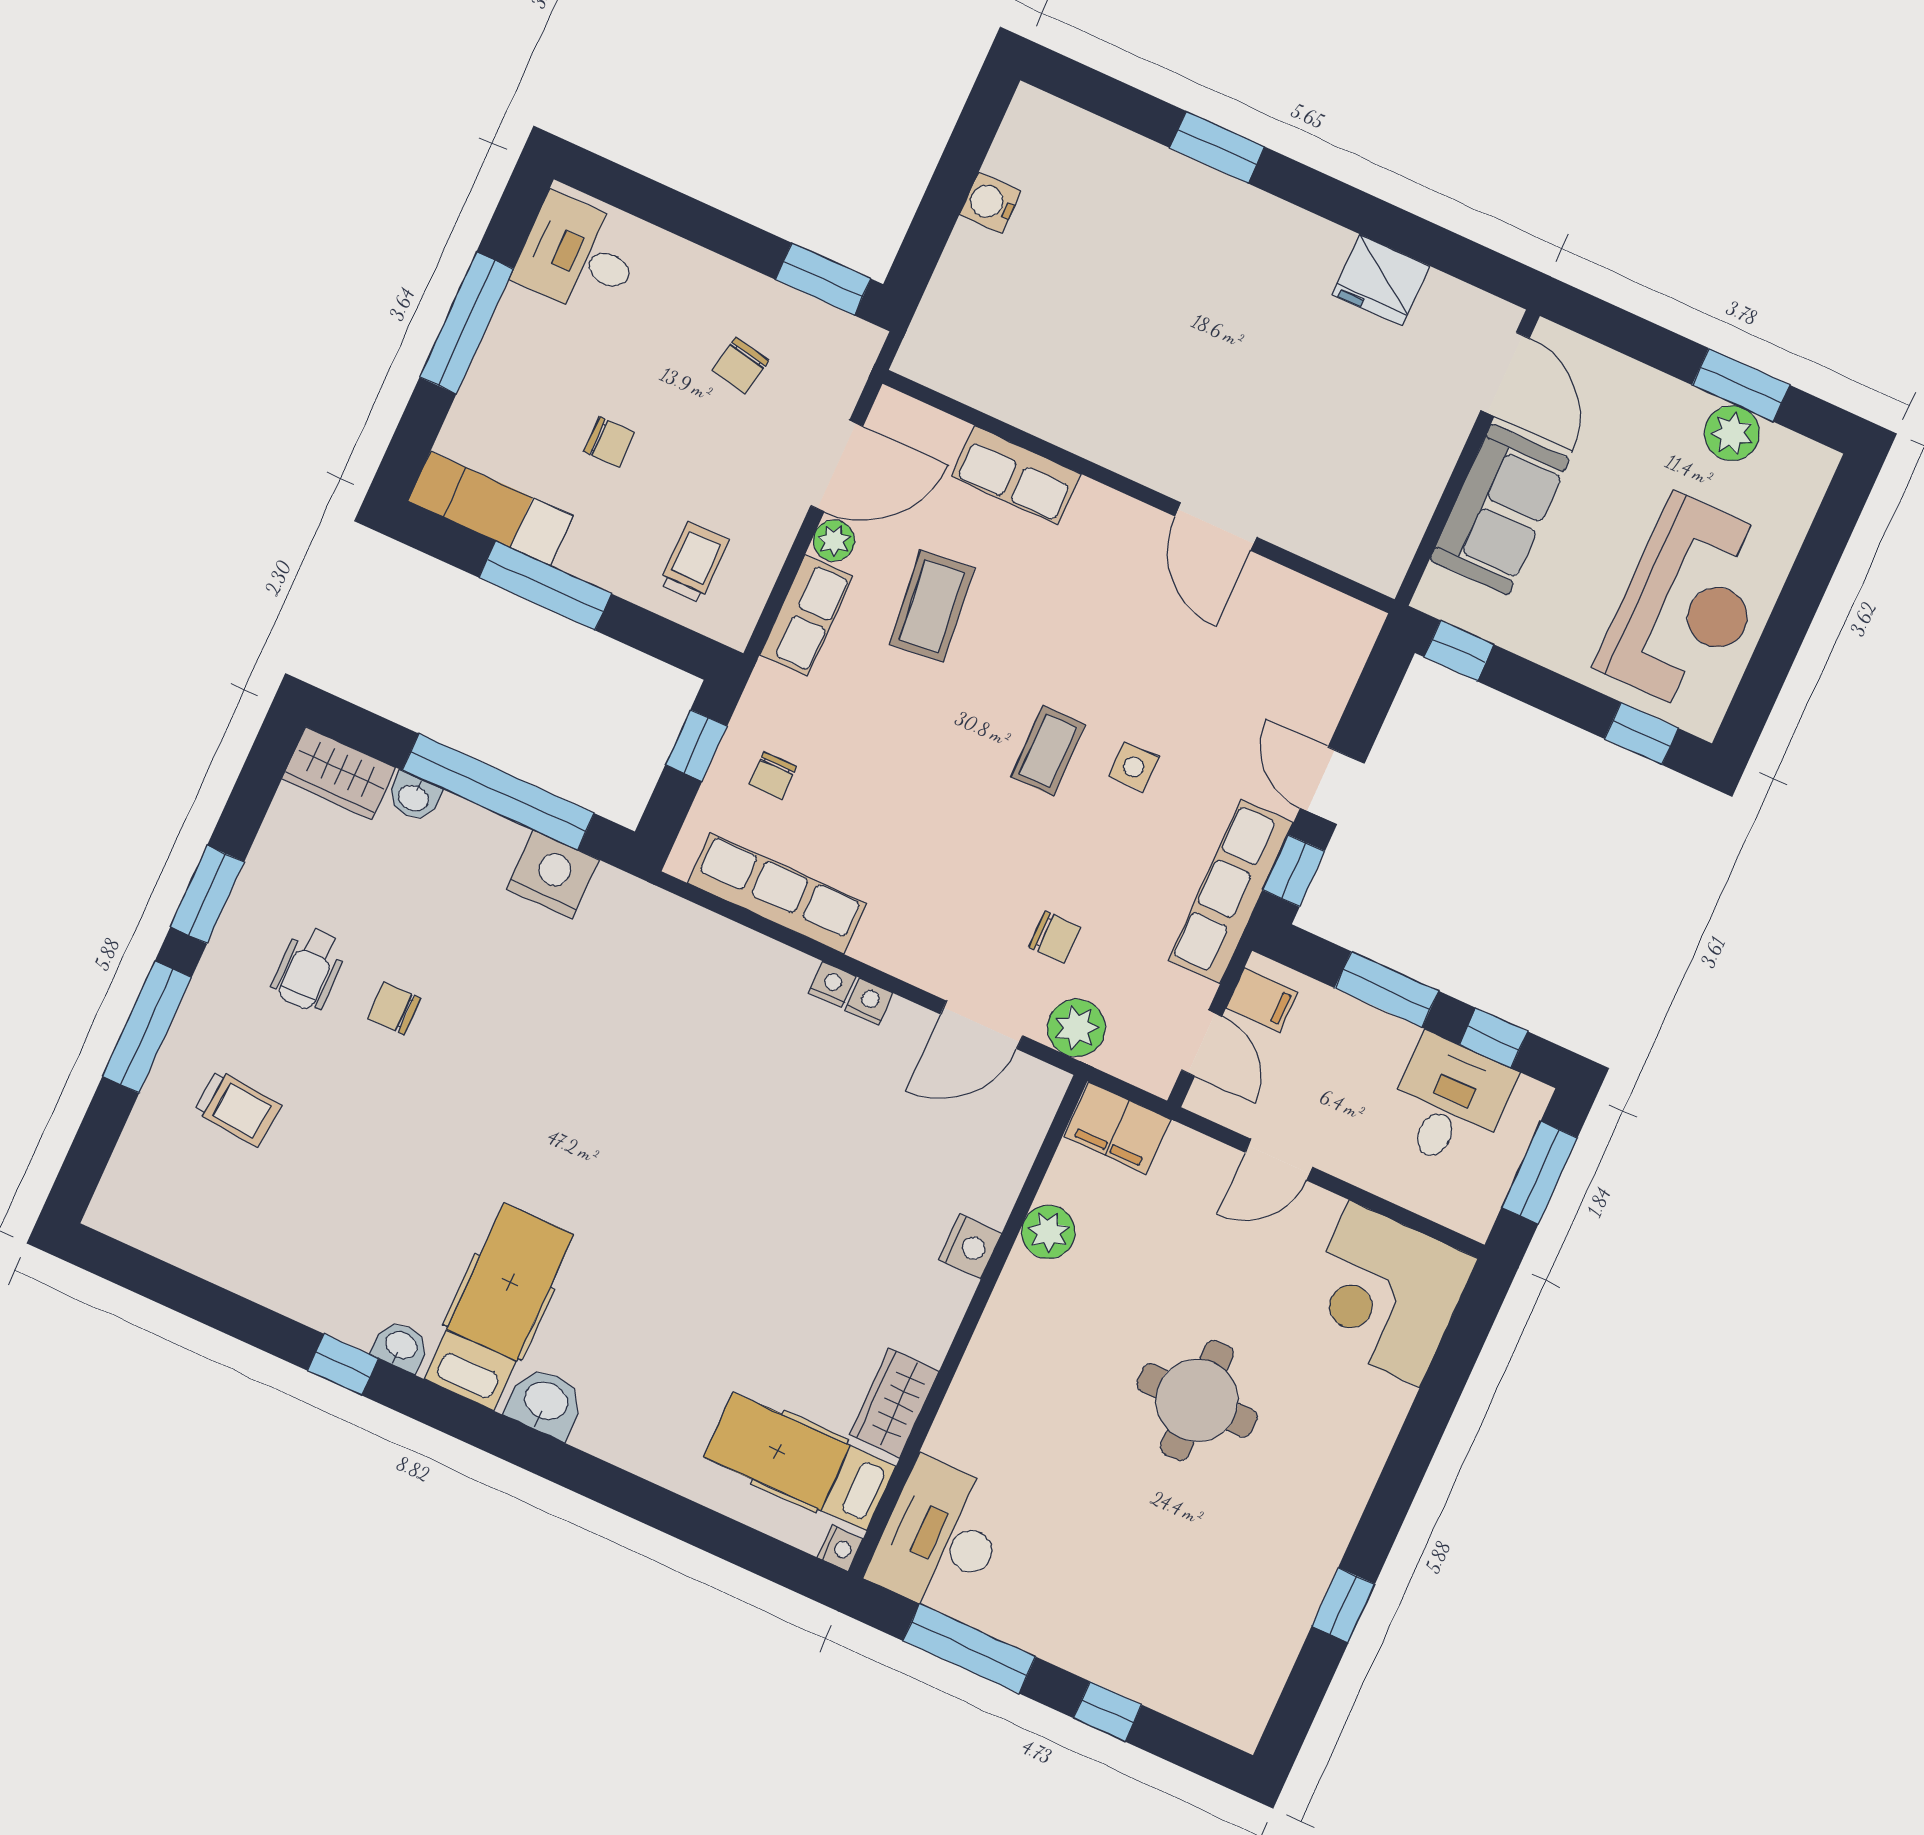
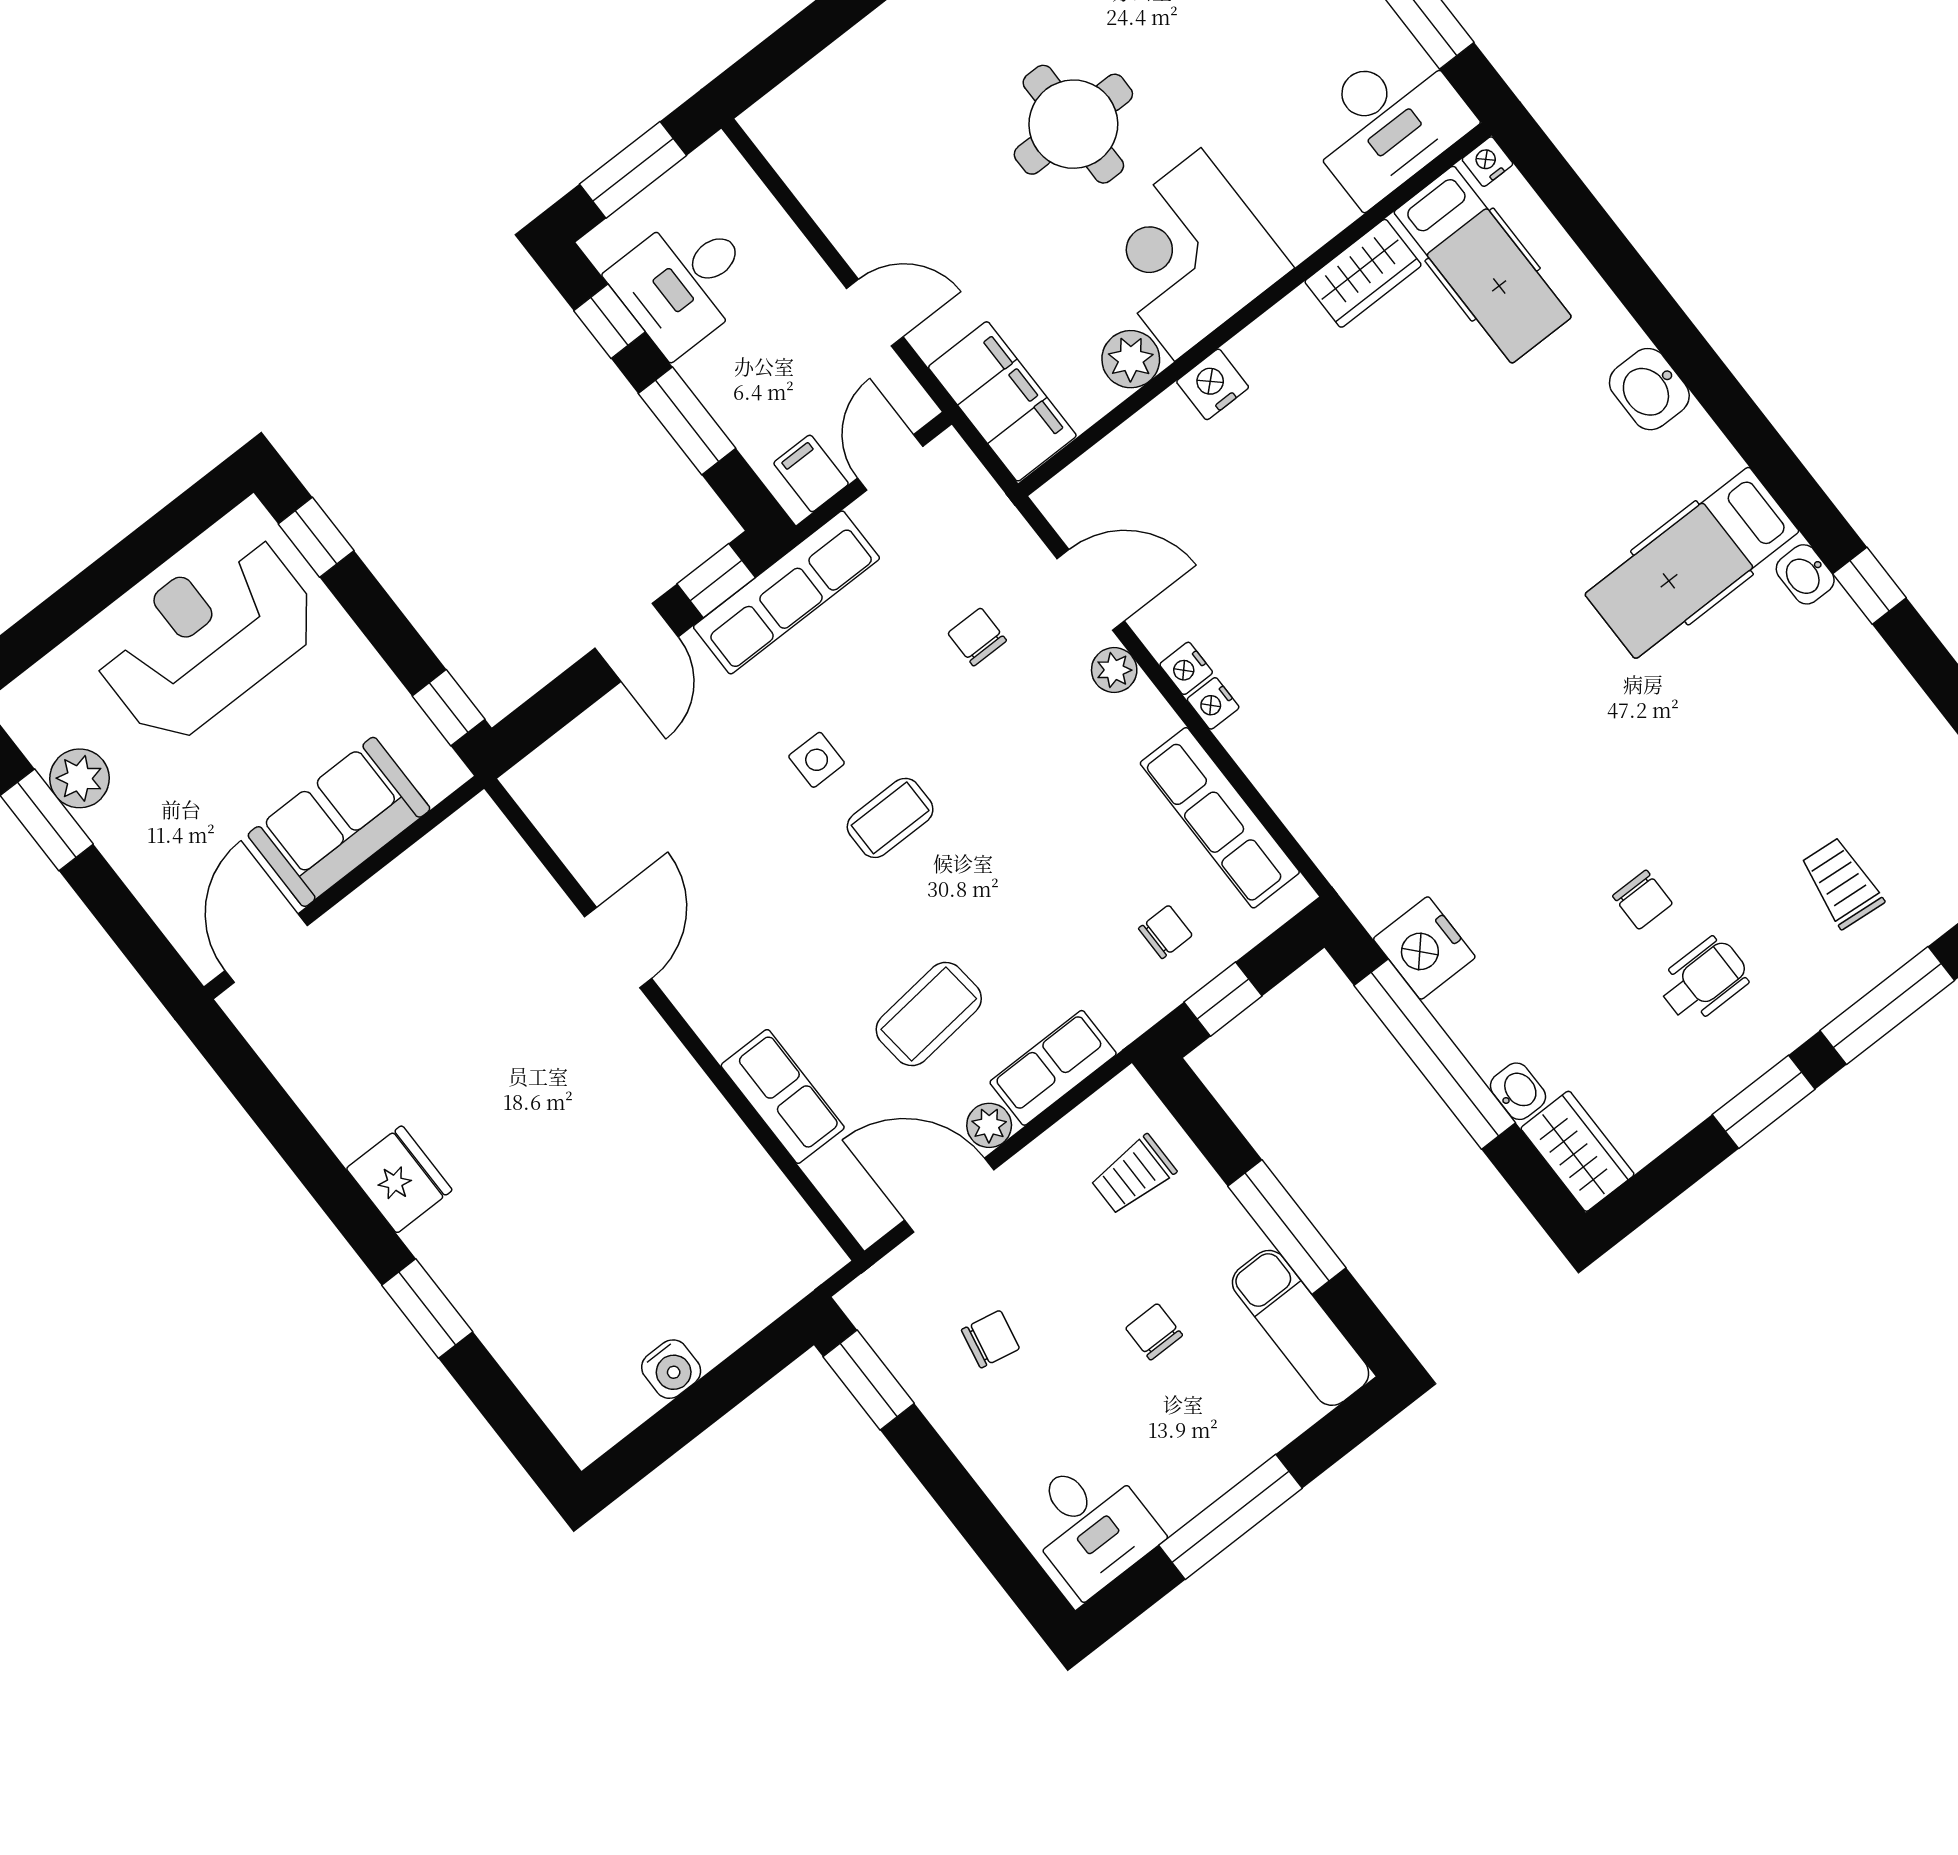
fridge: (1381, 280) -> (399, 1179), moved
plant: (1076, 1028) -> (1114, 670), moved, width x0.73, depth x0.73
filing cabinet: (1117, 1128) -> (1002, 401), width x1.50, depth x1.17
corner desk: (1385, 1294) -> (1188, 254), moved, turned 180
washbasin: (546, 1402) -> (1649, 389), moved

